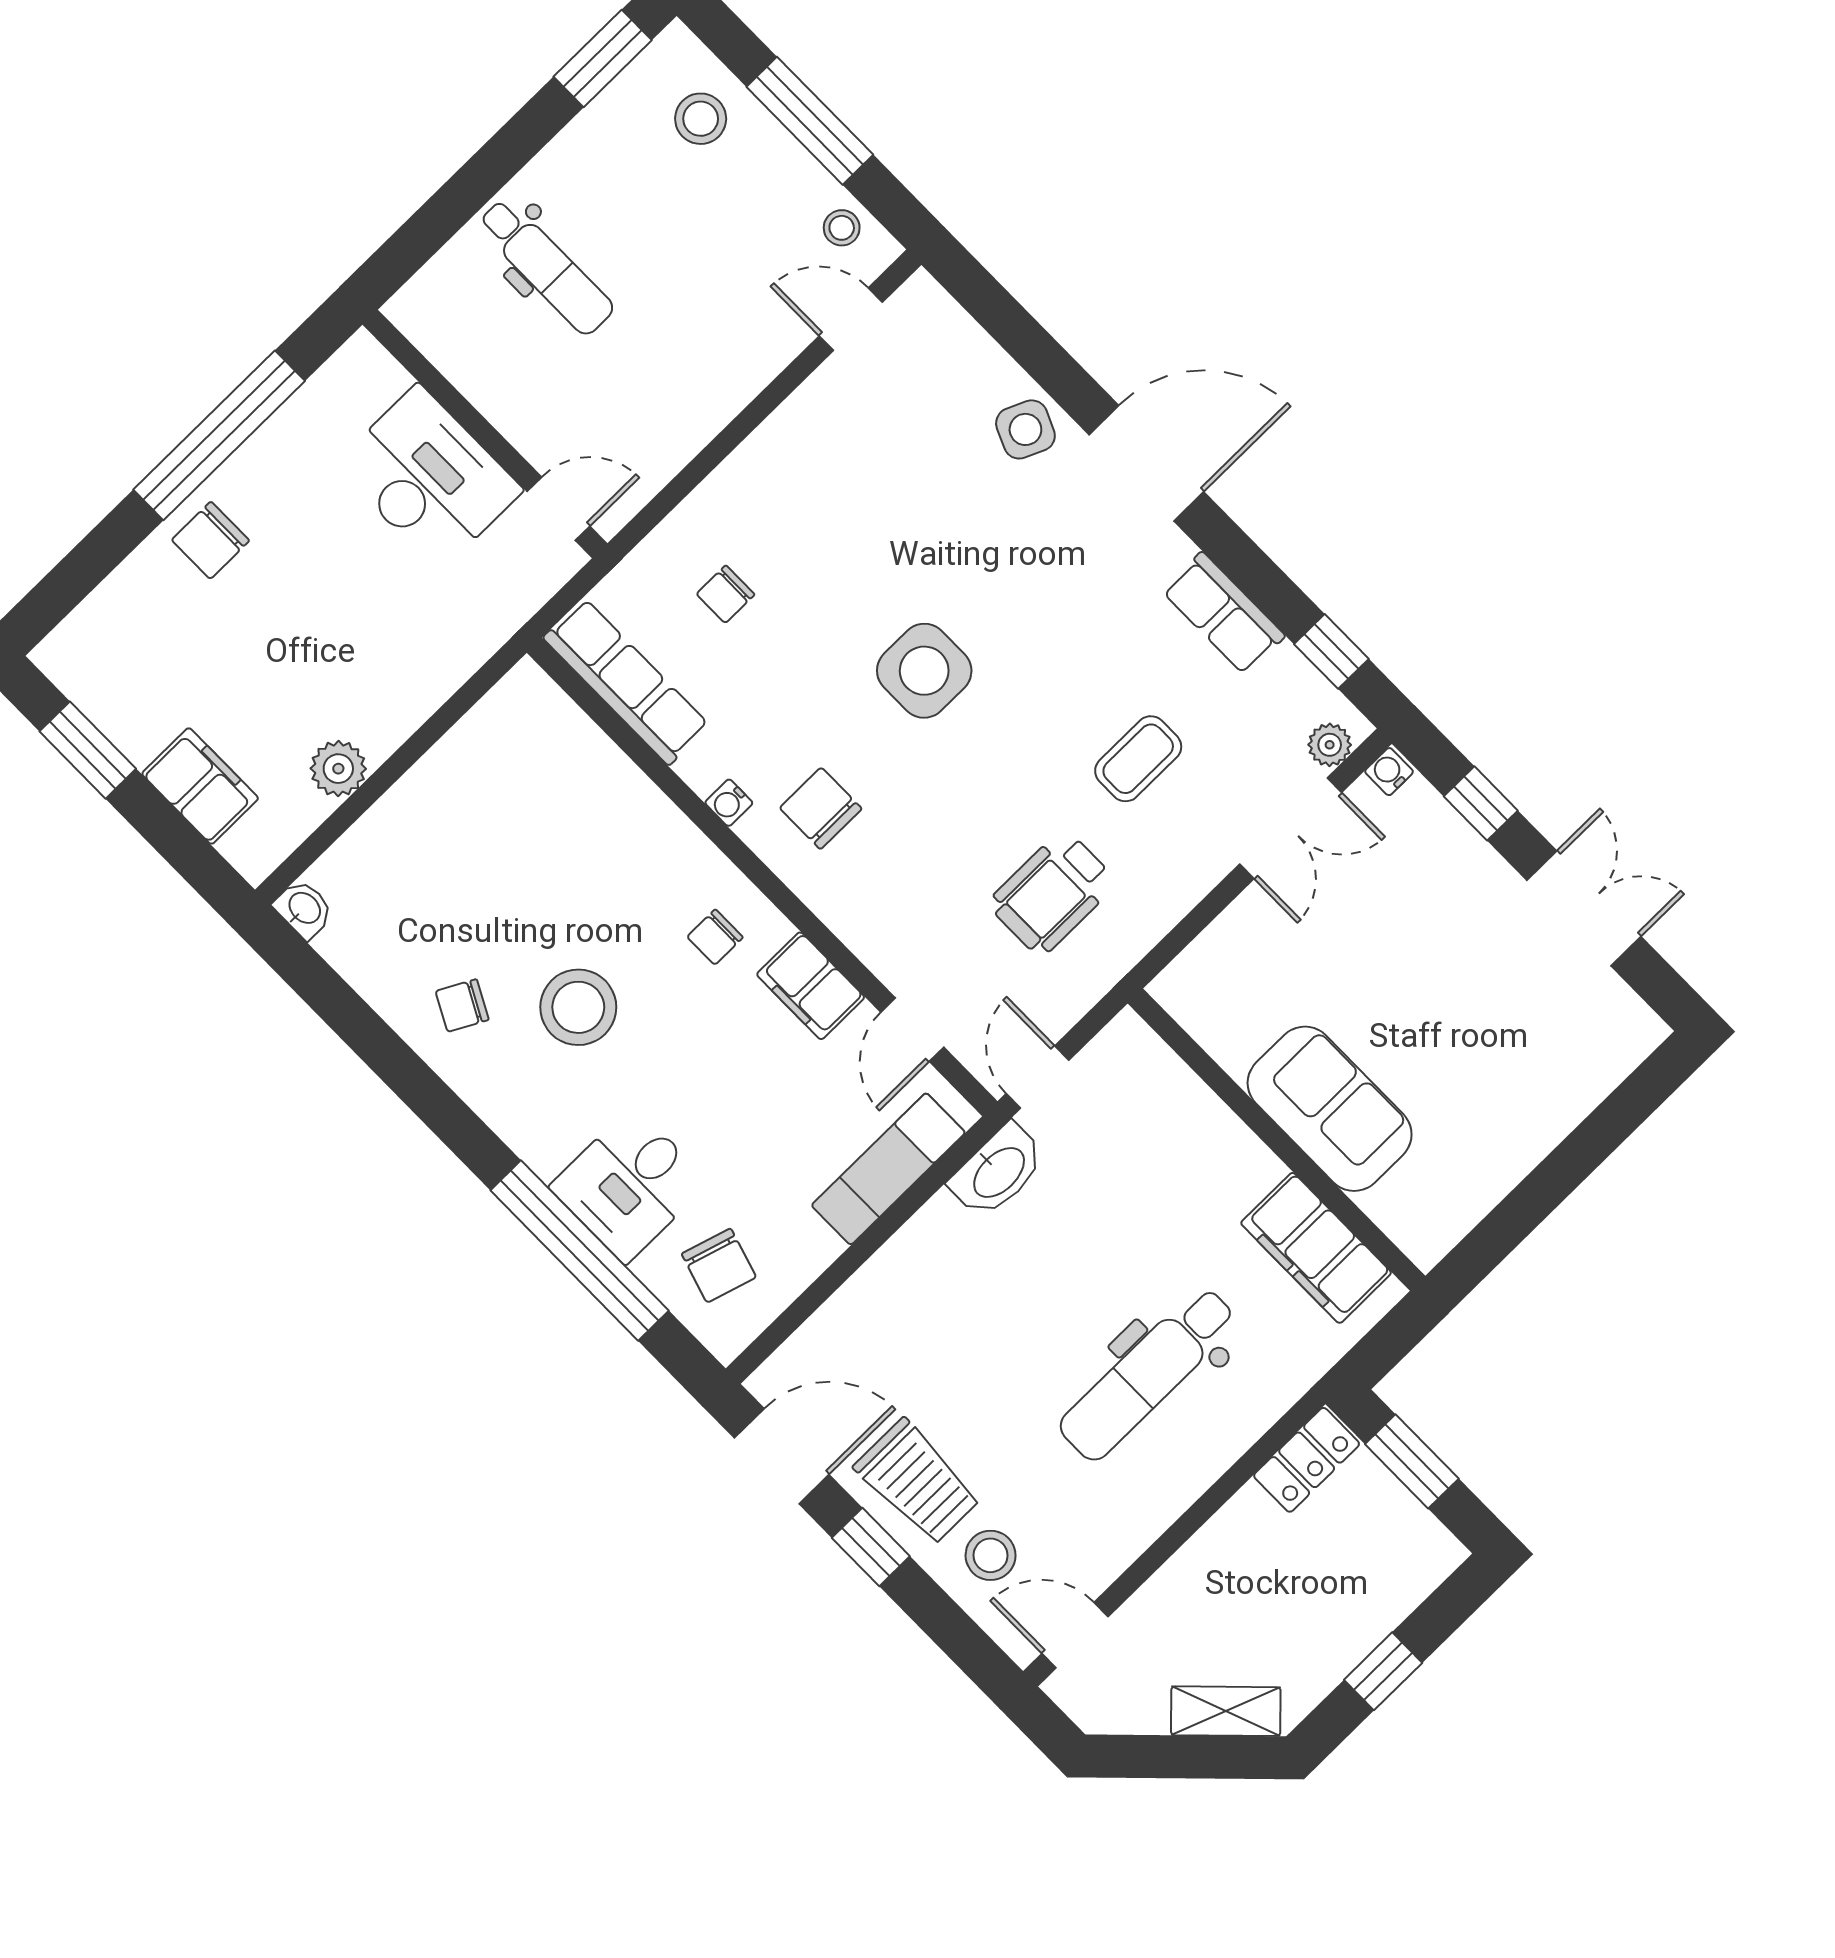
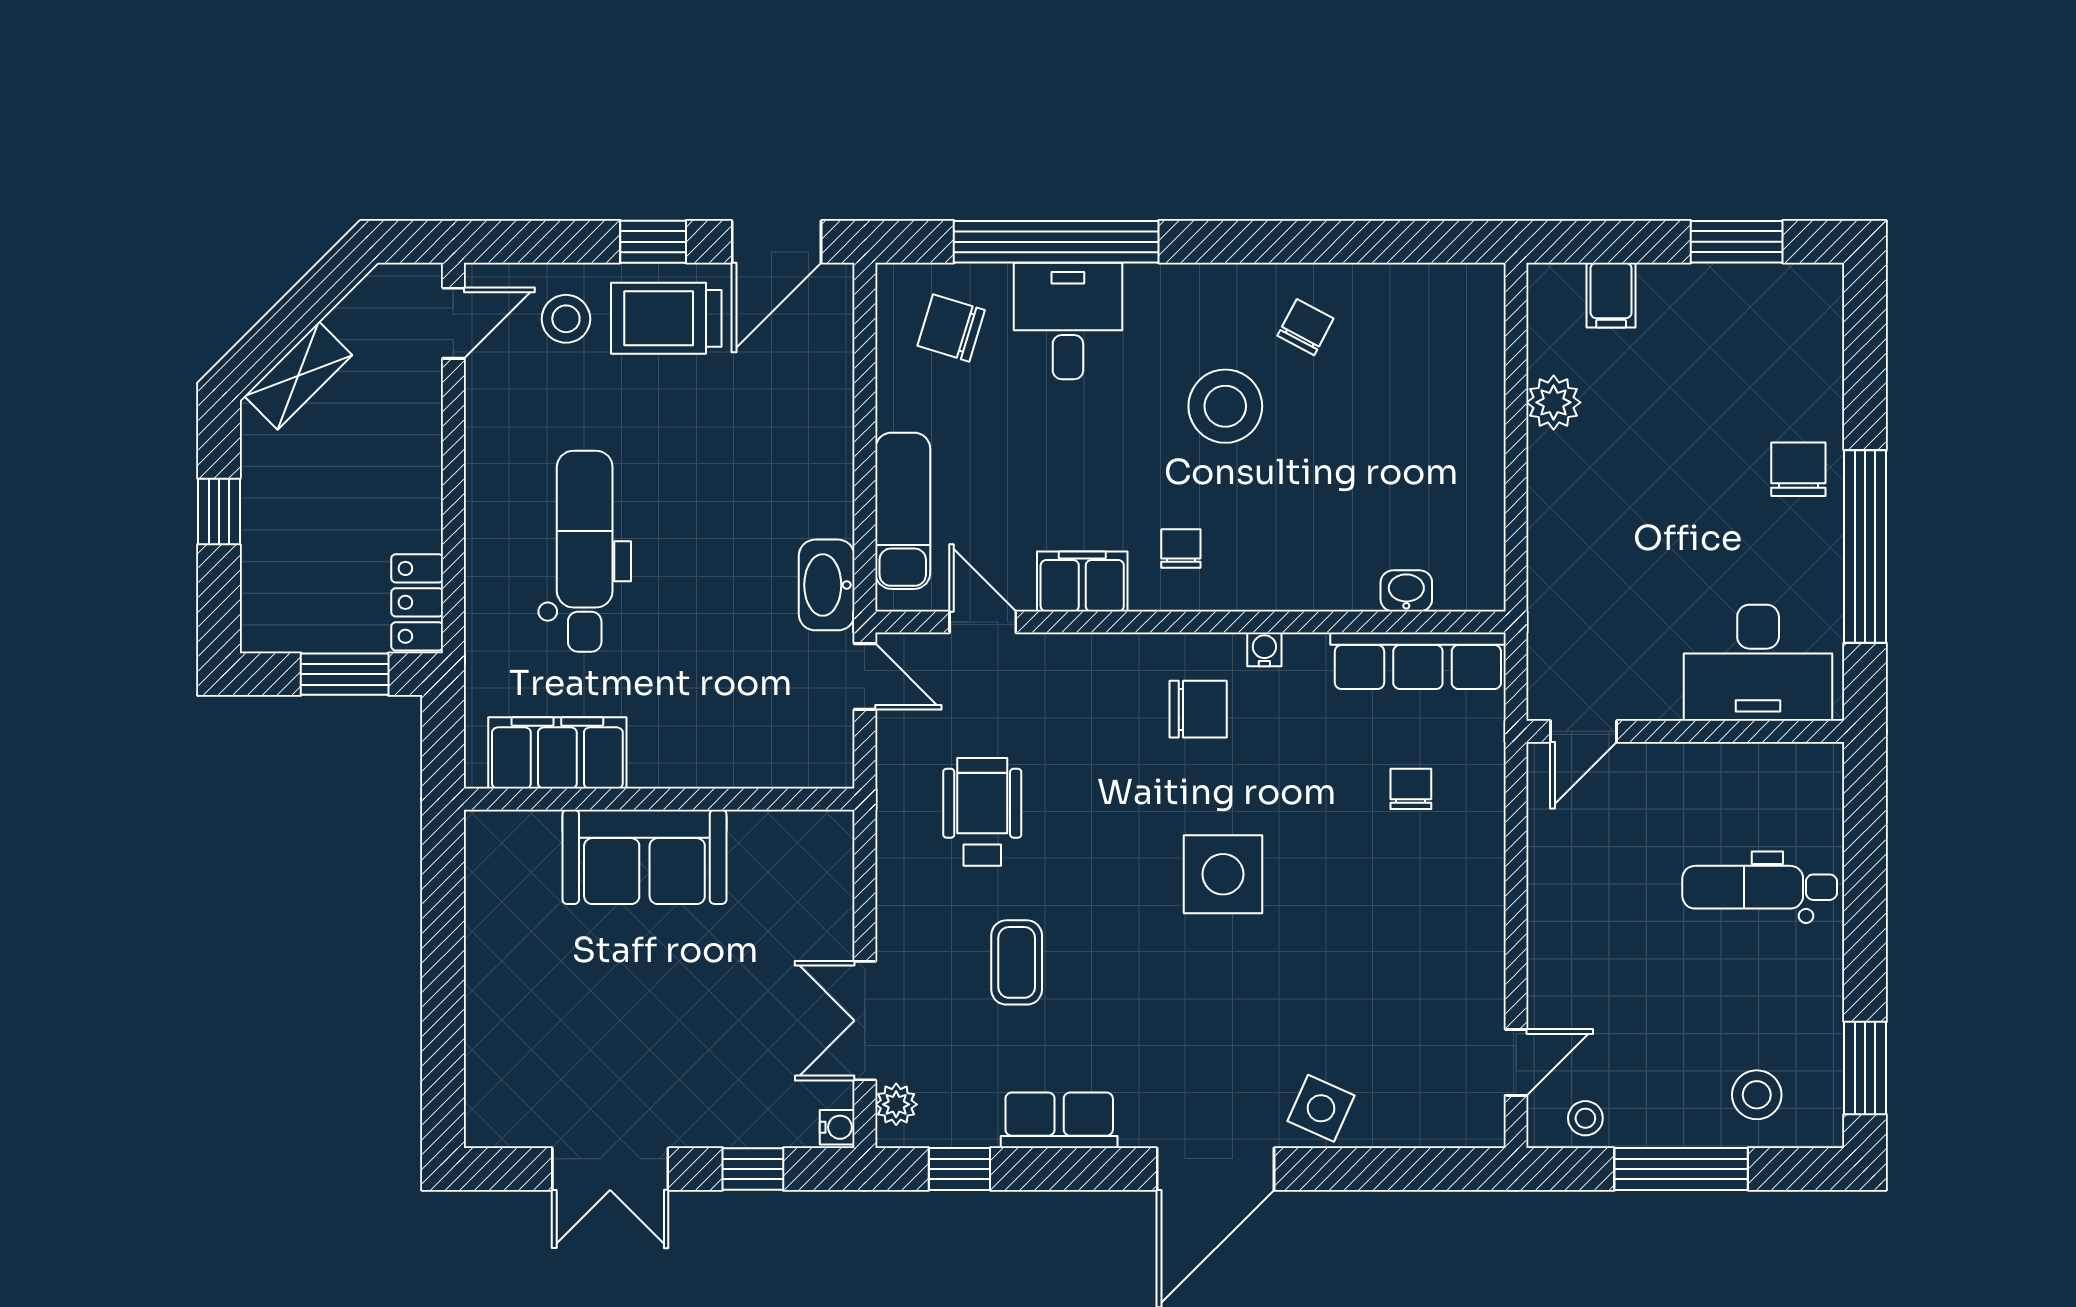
desk: (429, 478) -> (1758, 663), moved
filing cabinet: (200, 786) -> (1611, 295), width x0.50
washbasin: (304, 909) -> (1406, 591), moved, turned 180

